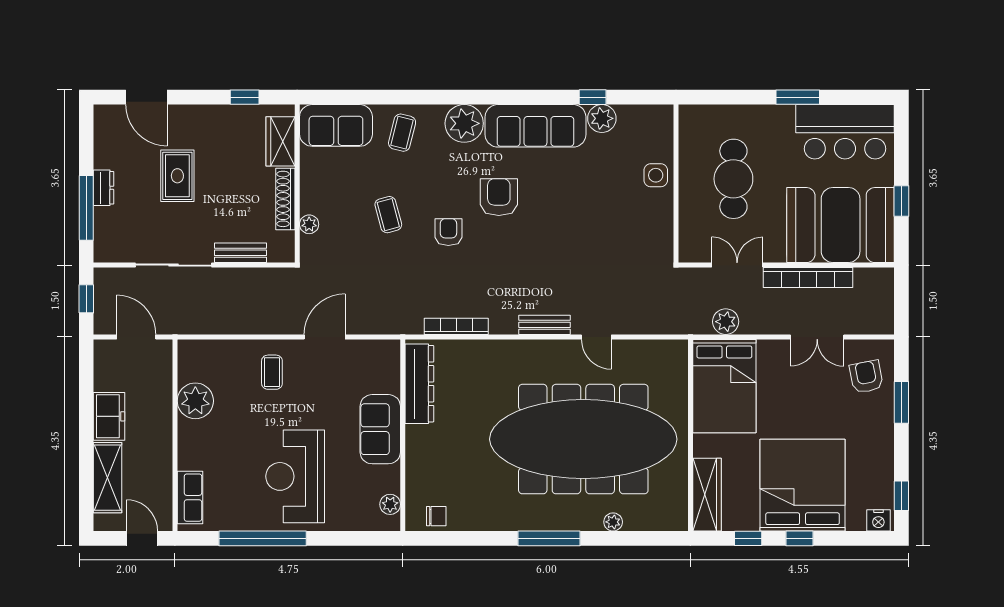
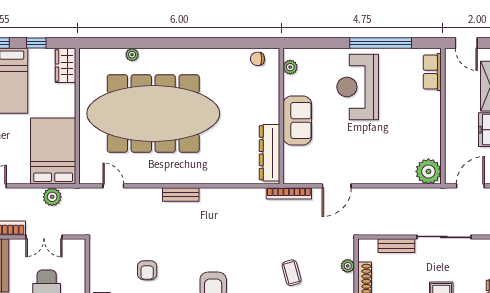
armchair: (448, 232) -> (147, 270), moved
bookcase: (456, 326) -> (289, 193), moved
door: (136, 337) -> (470, 186), swing flipped
door: (596, 337) -> (113, 186), moved
coffee table: (272, 372) -> (374, 161), removed
plant: (195, 401) -> (428, 171), moved
reception desk: (295, 476) -> (358, 87), turned 180
wardrobe: (707, 495) -> (65, 65), width x0.67
window: (549, 538) -> (177, 43), removed

